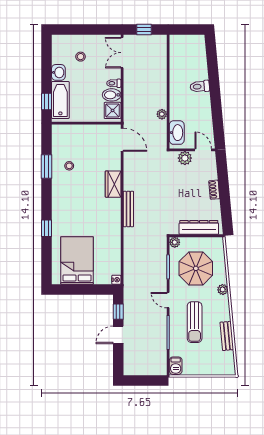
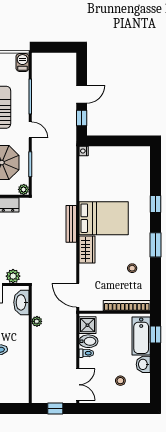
bookcase: (74, 129) -> (127, 306), added
window: (46, 167) -> (156, 245), moved
bed: (77, 260) -> (104, 218), moved, turned -90

